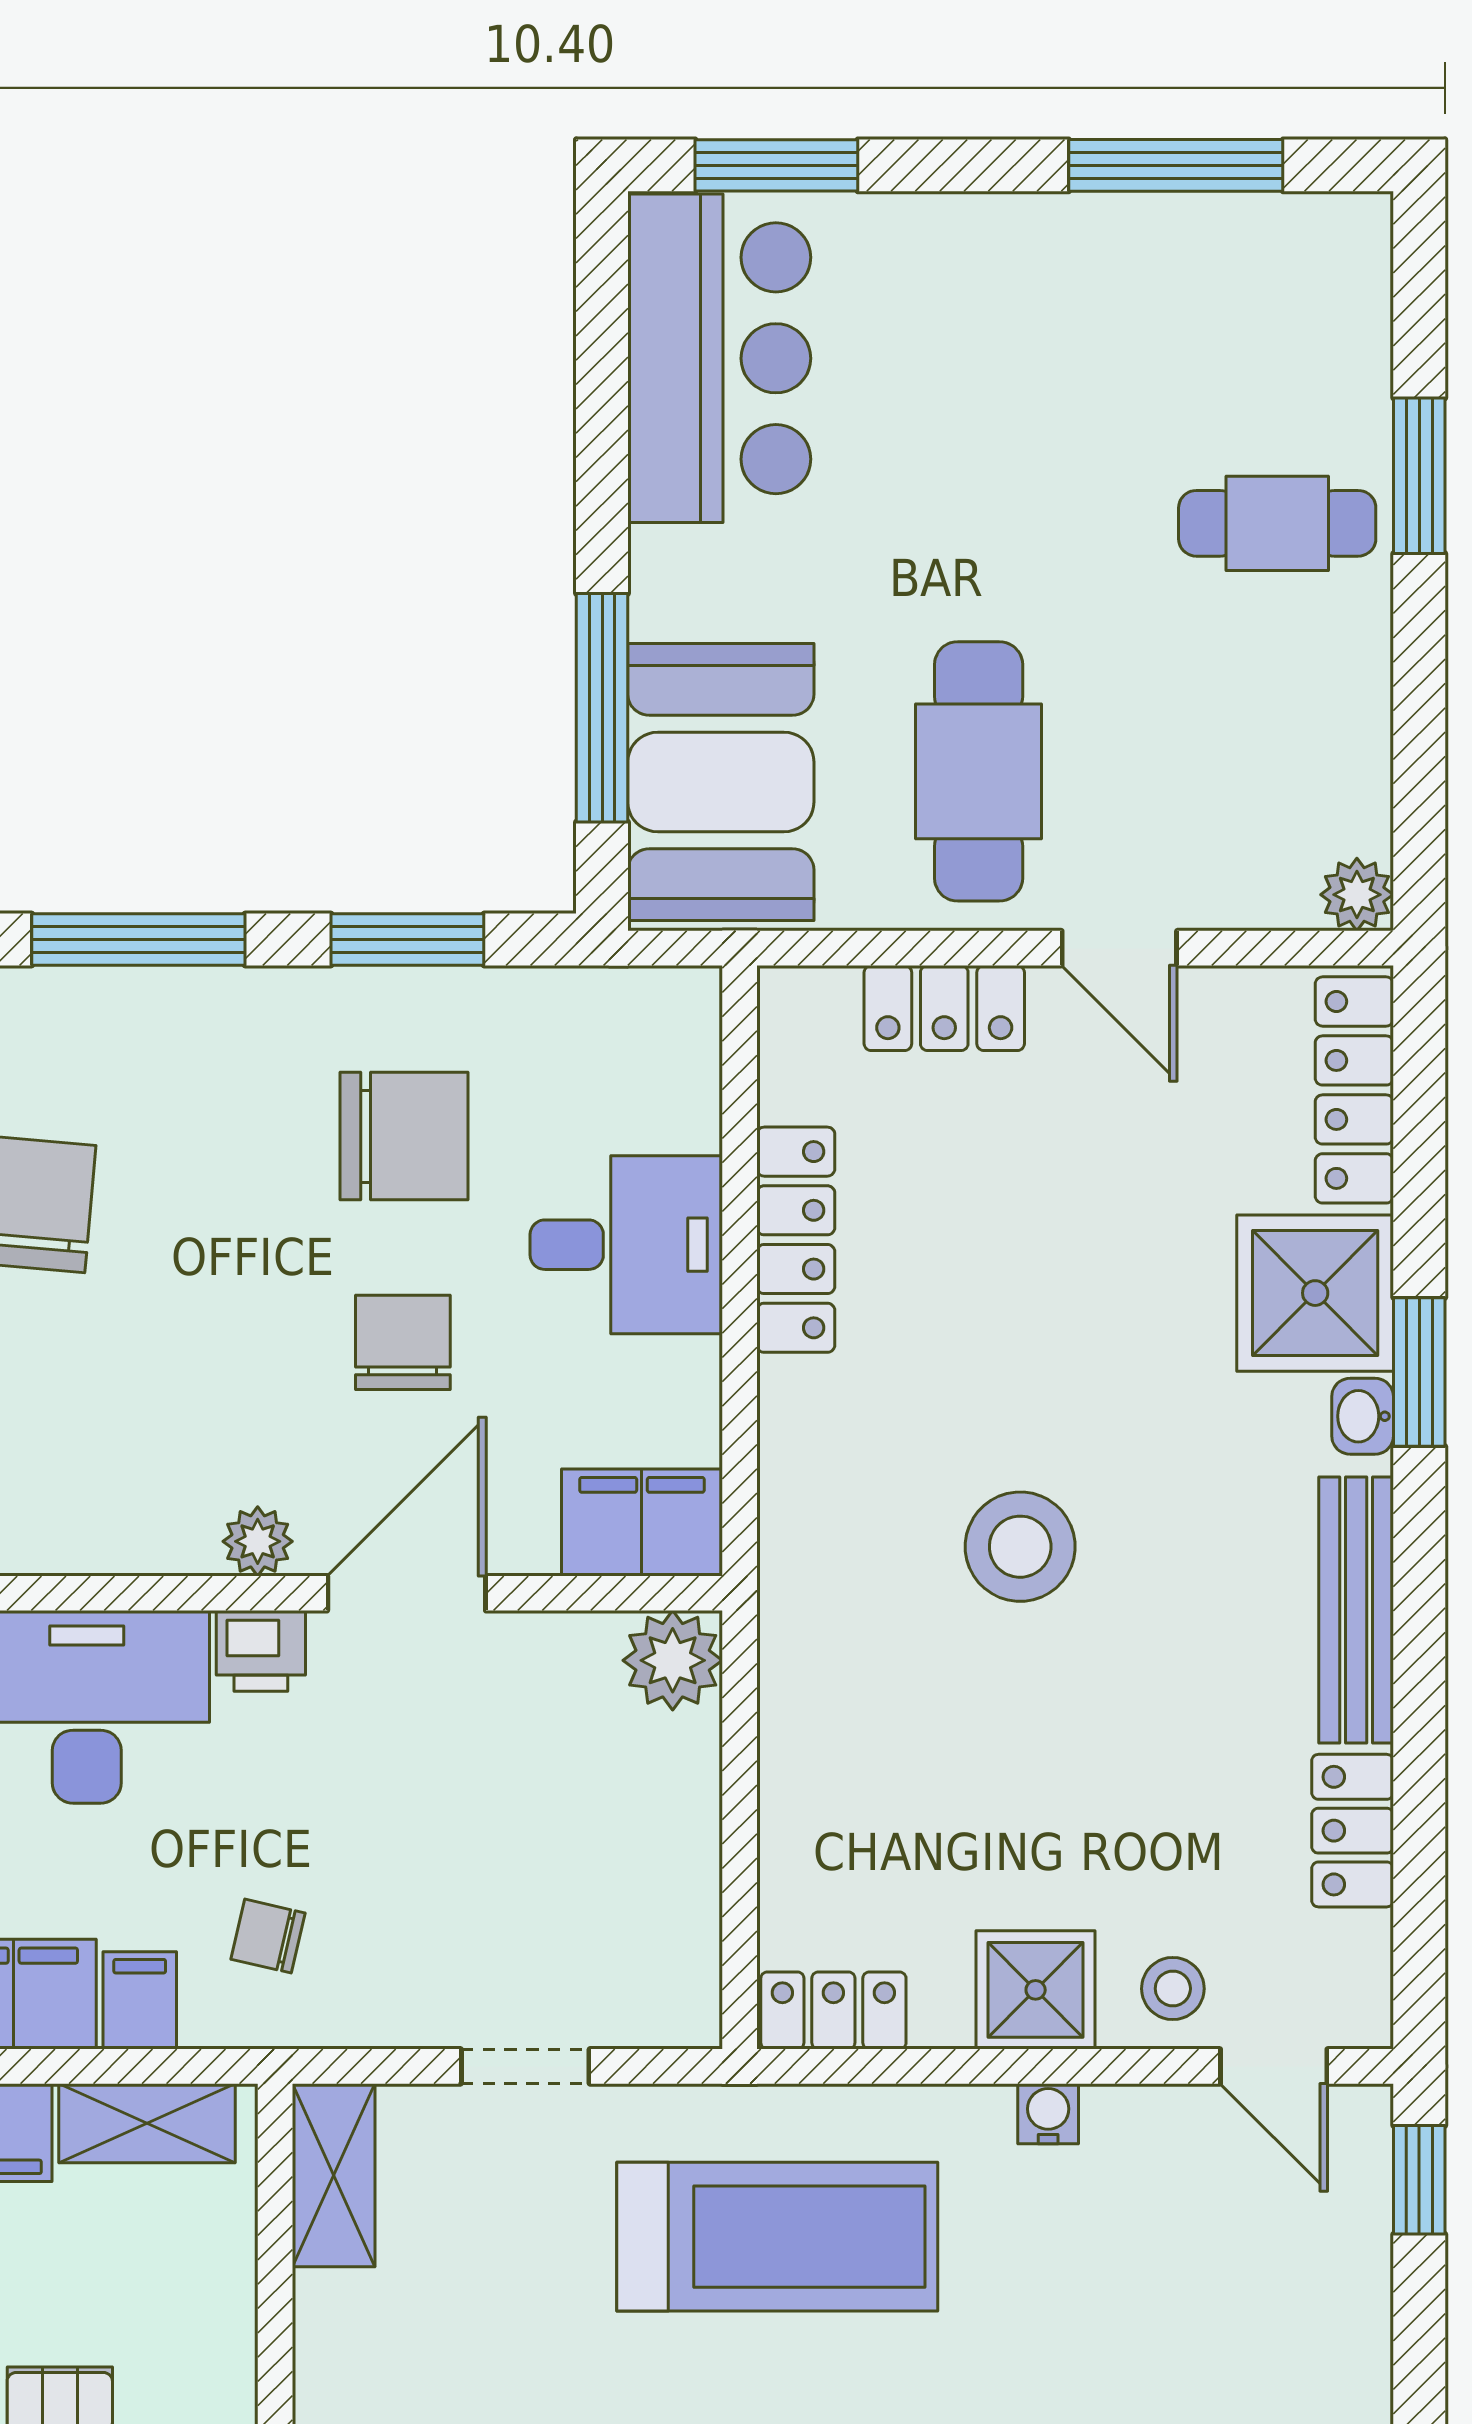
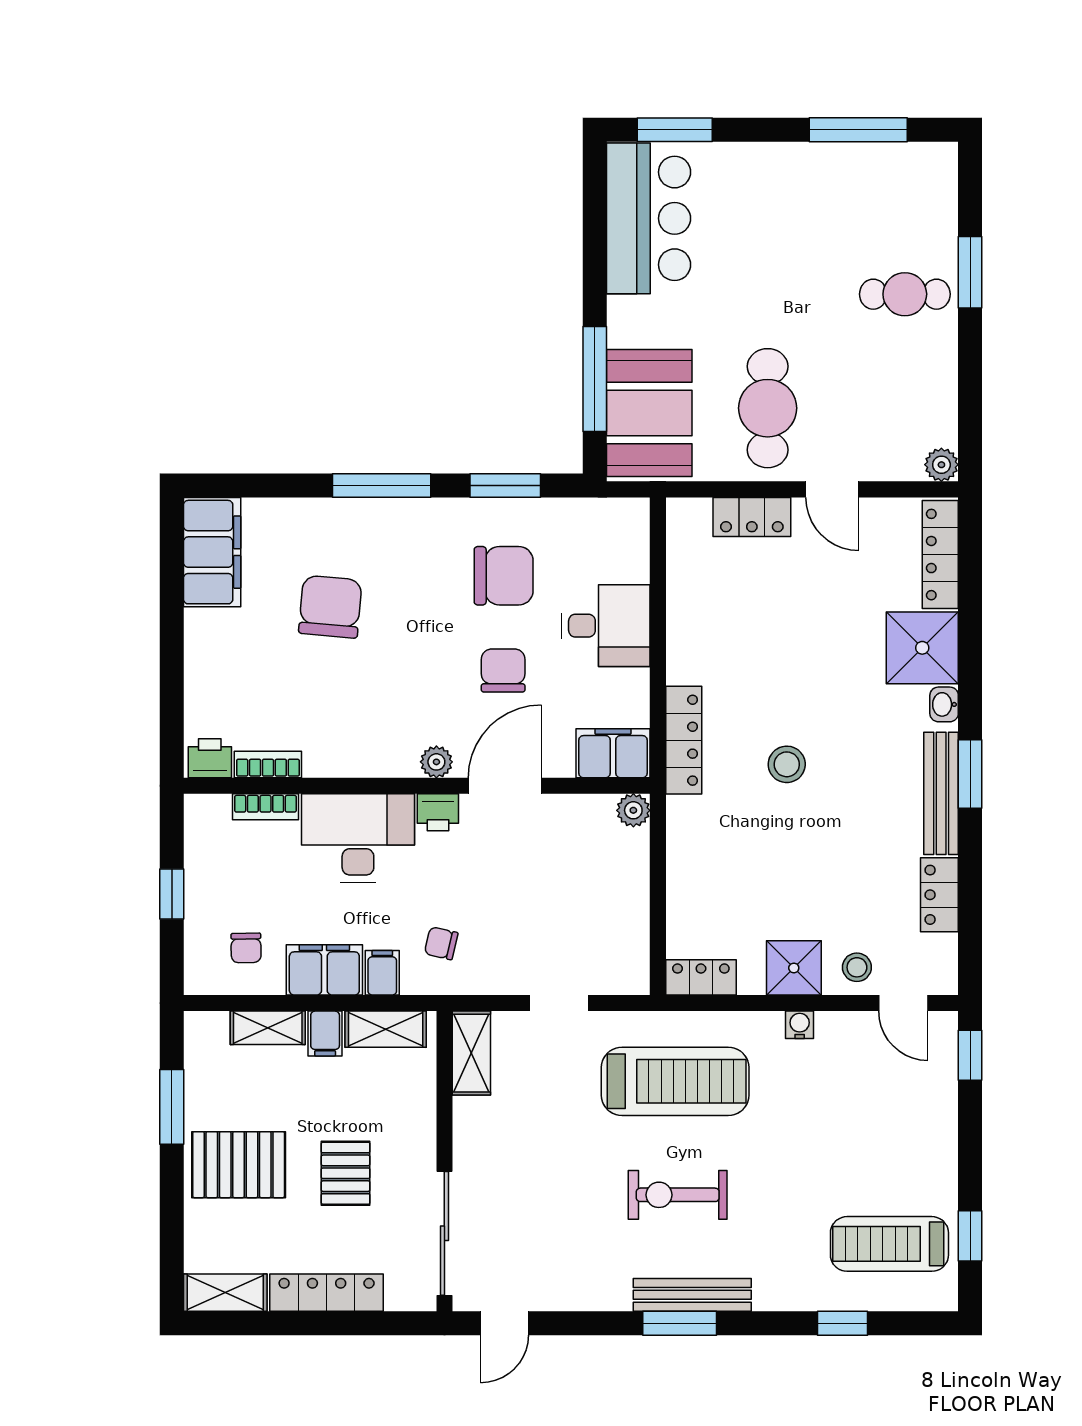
locker: (796, 1240) -> (684, 740), moved
window: (1419, 1372) -> (970, 774), moved
stool: (1020, 1547) -> (787, 764), width x0.73, depth x0.73
plant: (673, 1660) -> (633, 810), width x0.73, depth x0.73

